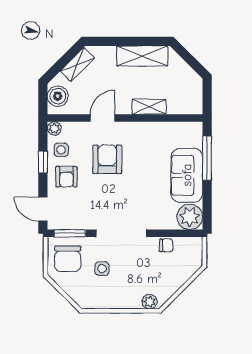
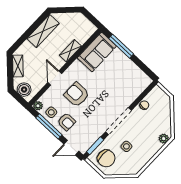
window: (43, 162) -> (49, 126), width x2.17
sofa: (187, 175) -> (97, 52), moved, turned -90
plant: (190, 217) -> (141, 81), removed

